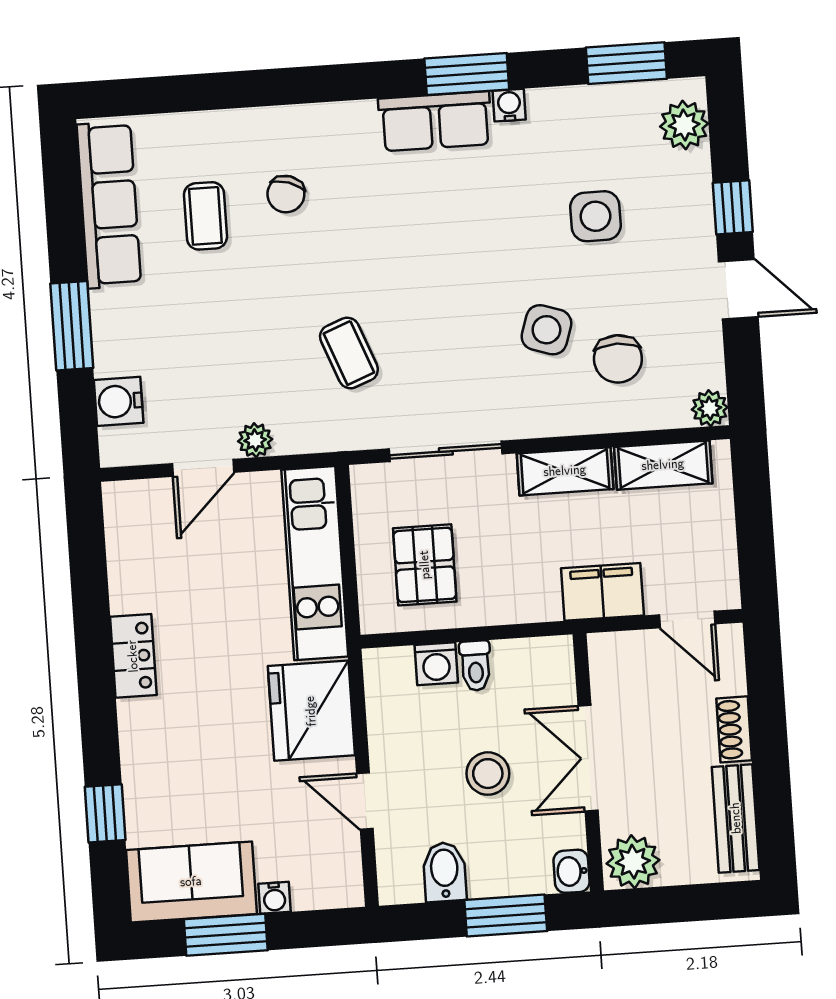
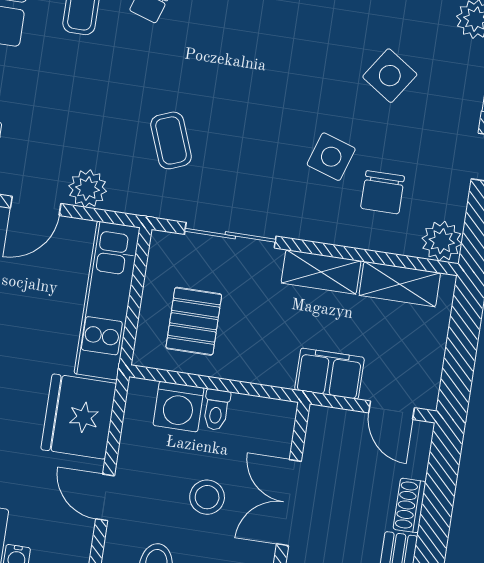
side table: (596, 216) -> (390, 76), turned 34
plant: (710, 408) -> (442, 241), width x1.38, depth x1.38
plant: (255, 440) -> (88, 189), width x1.38, depth x1.38
washing machine: (436, 664) -> (178, 407), width x1.38, depth x1.38

